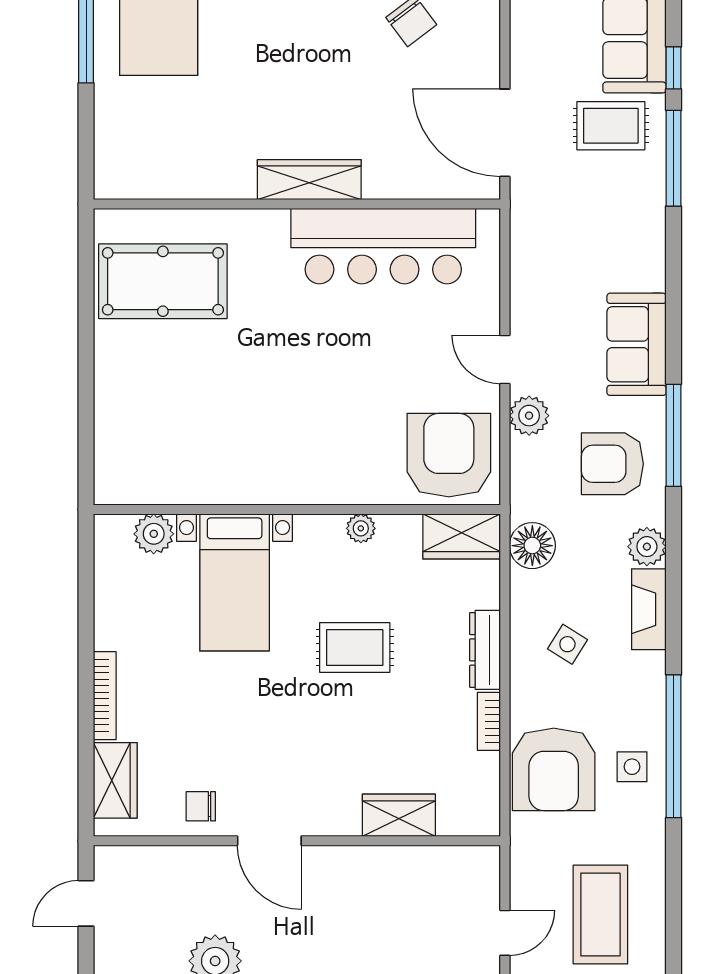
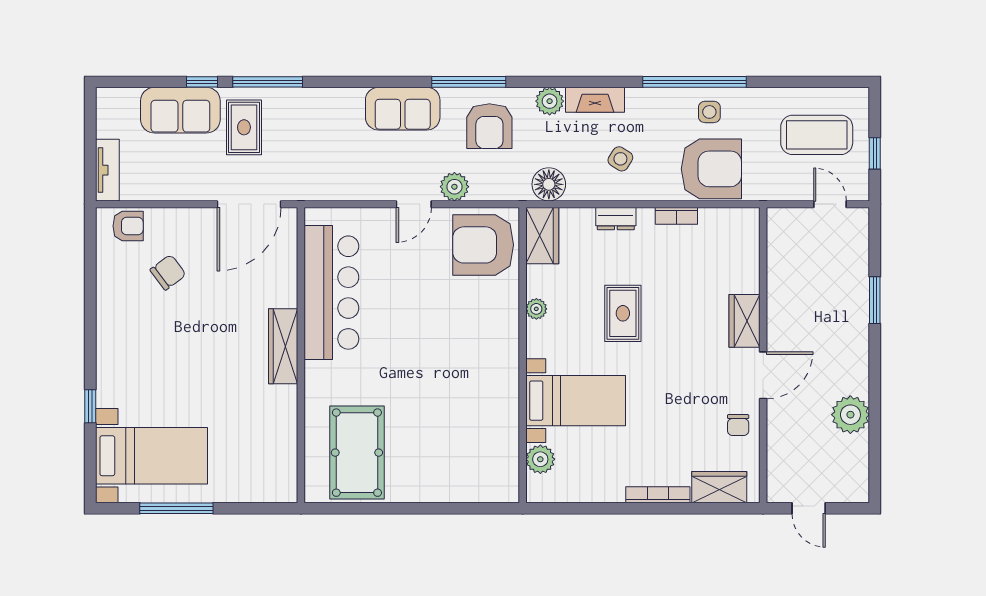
dresser: (485, 650) -> (616, 219), width x0.70
wardrobe: (399, 815) -> (745, 321), moved

